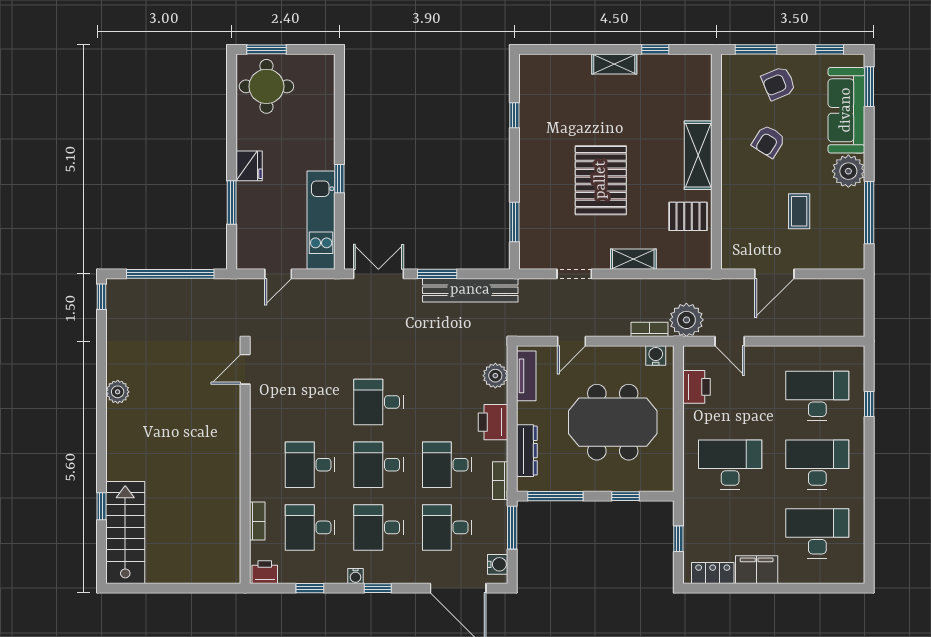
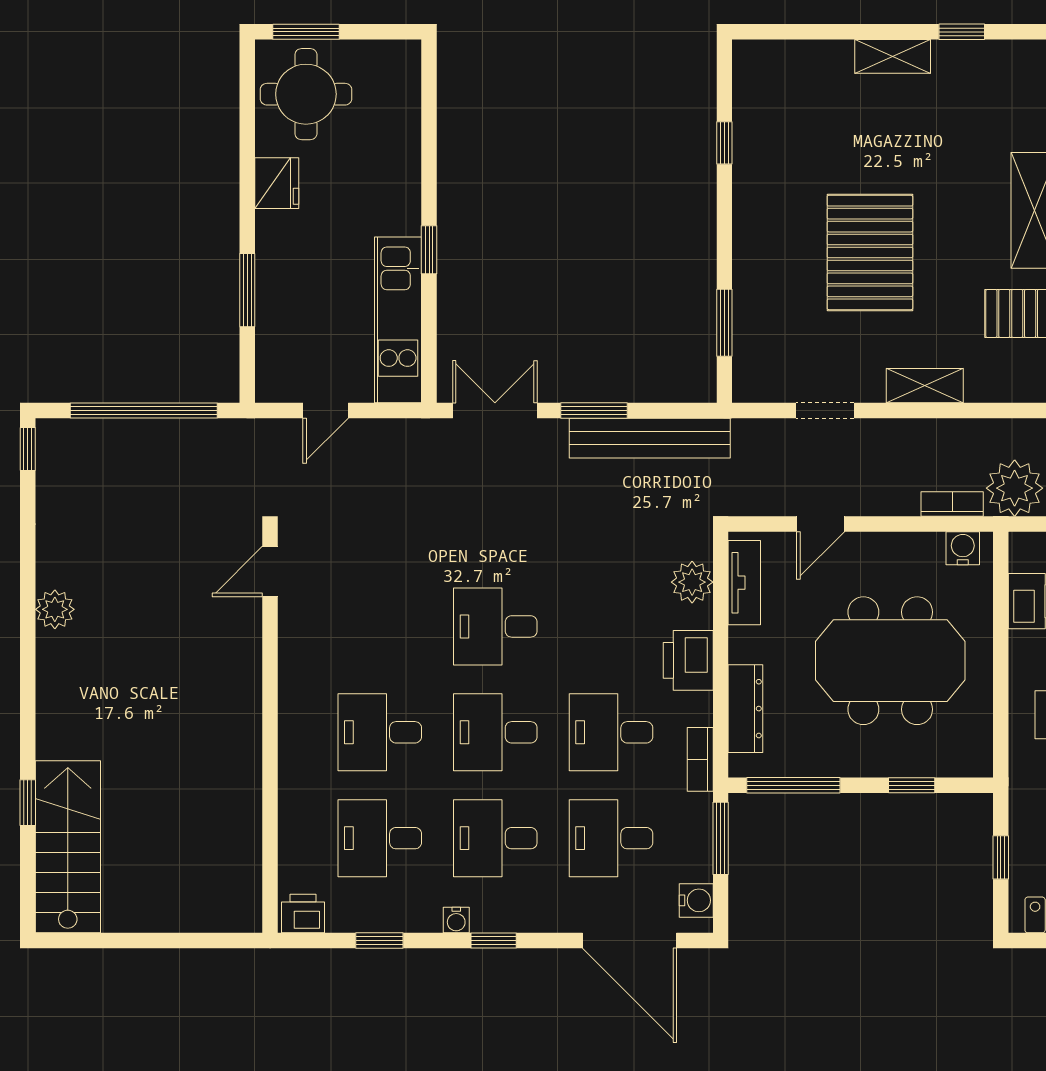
fridge: (249, 166) -> (277, 183), moved
bookcase: (257, 521) -> (291, 827), removed

